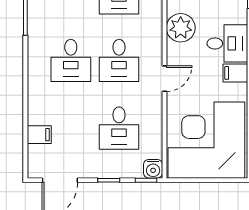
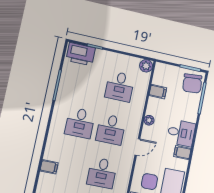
plant: (181, 28) -> (149, 120), width x0.53, depth x0.53

